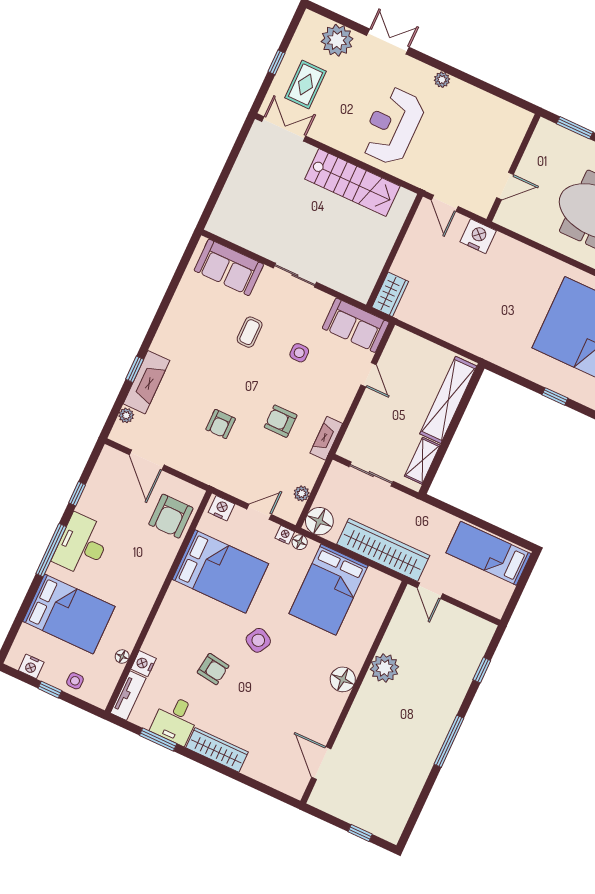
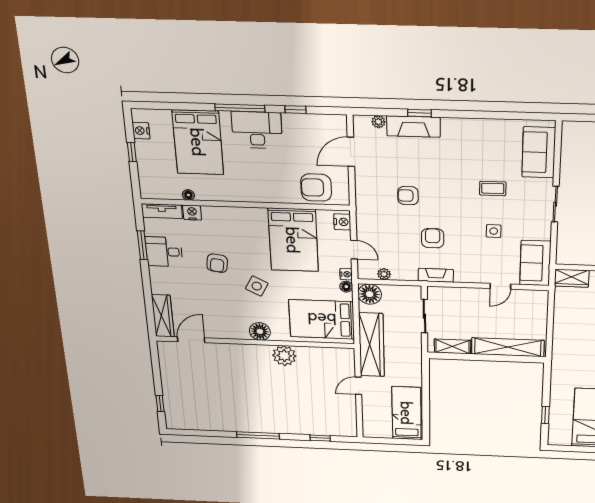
plant: (385, 668) -> (284, 356), moved
floor lamp: (343, 679) -> (260, 331), moved
side table: (75, 681) -> (150, 168), removed
wall: (354, 692) -> (255, 342), moved
wardrobe: (217, 750) -> (163, 316), moved
door: (321, 763) -> (191, 340), moved

